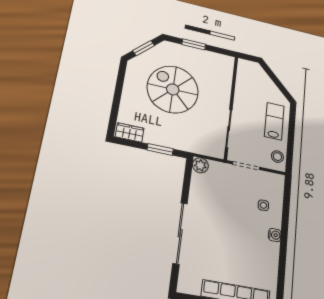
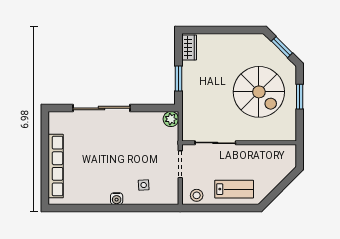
spiral stairs: (173, 89) -> (259, 92), moved, turned 90

